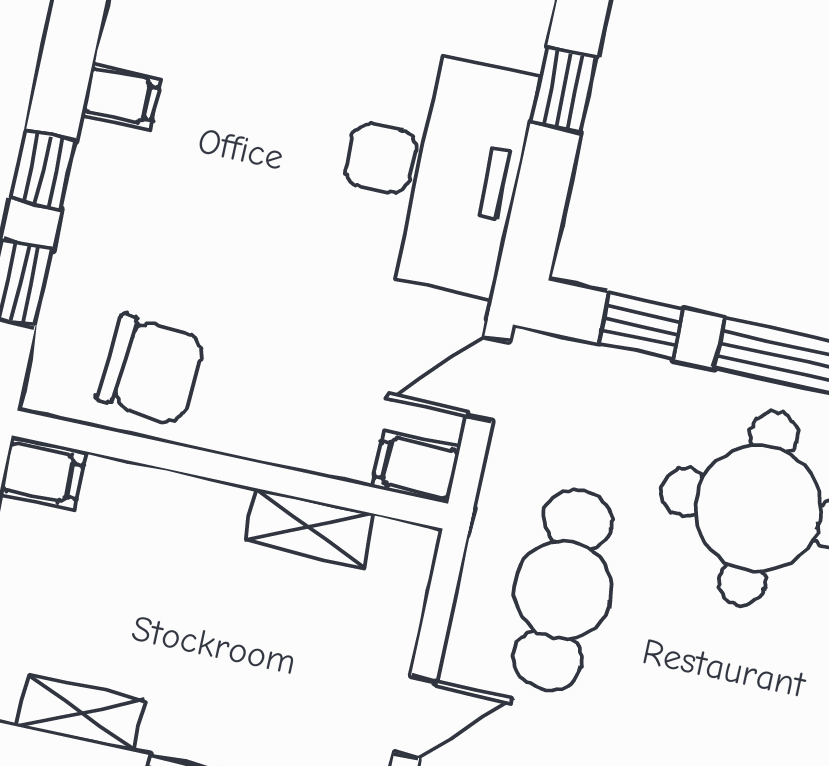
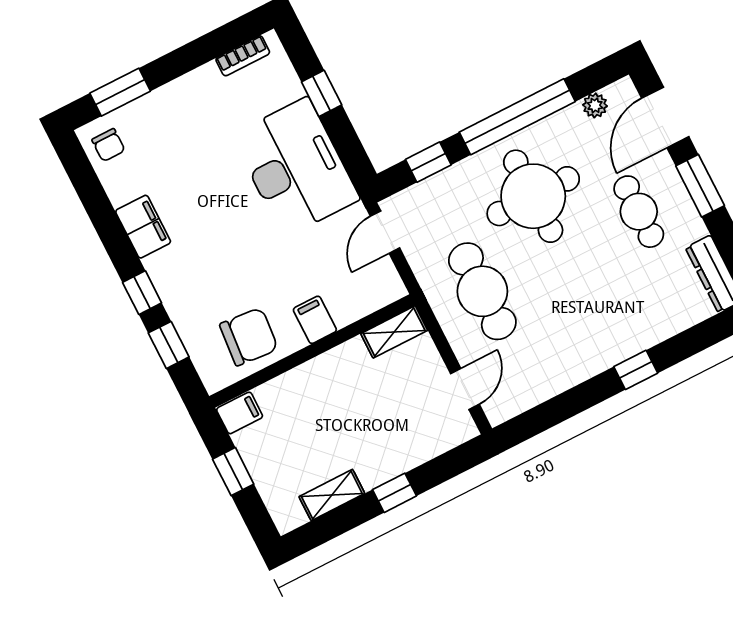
filing cabinet: (121, 97) -> (143, 227), width x2.00
filing cabinet: (416, 467) -> (315, 320), moved, turned 90
shelving: (309, 527) -> (394, 332), moved

